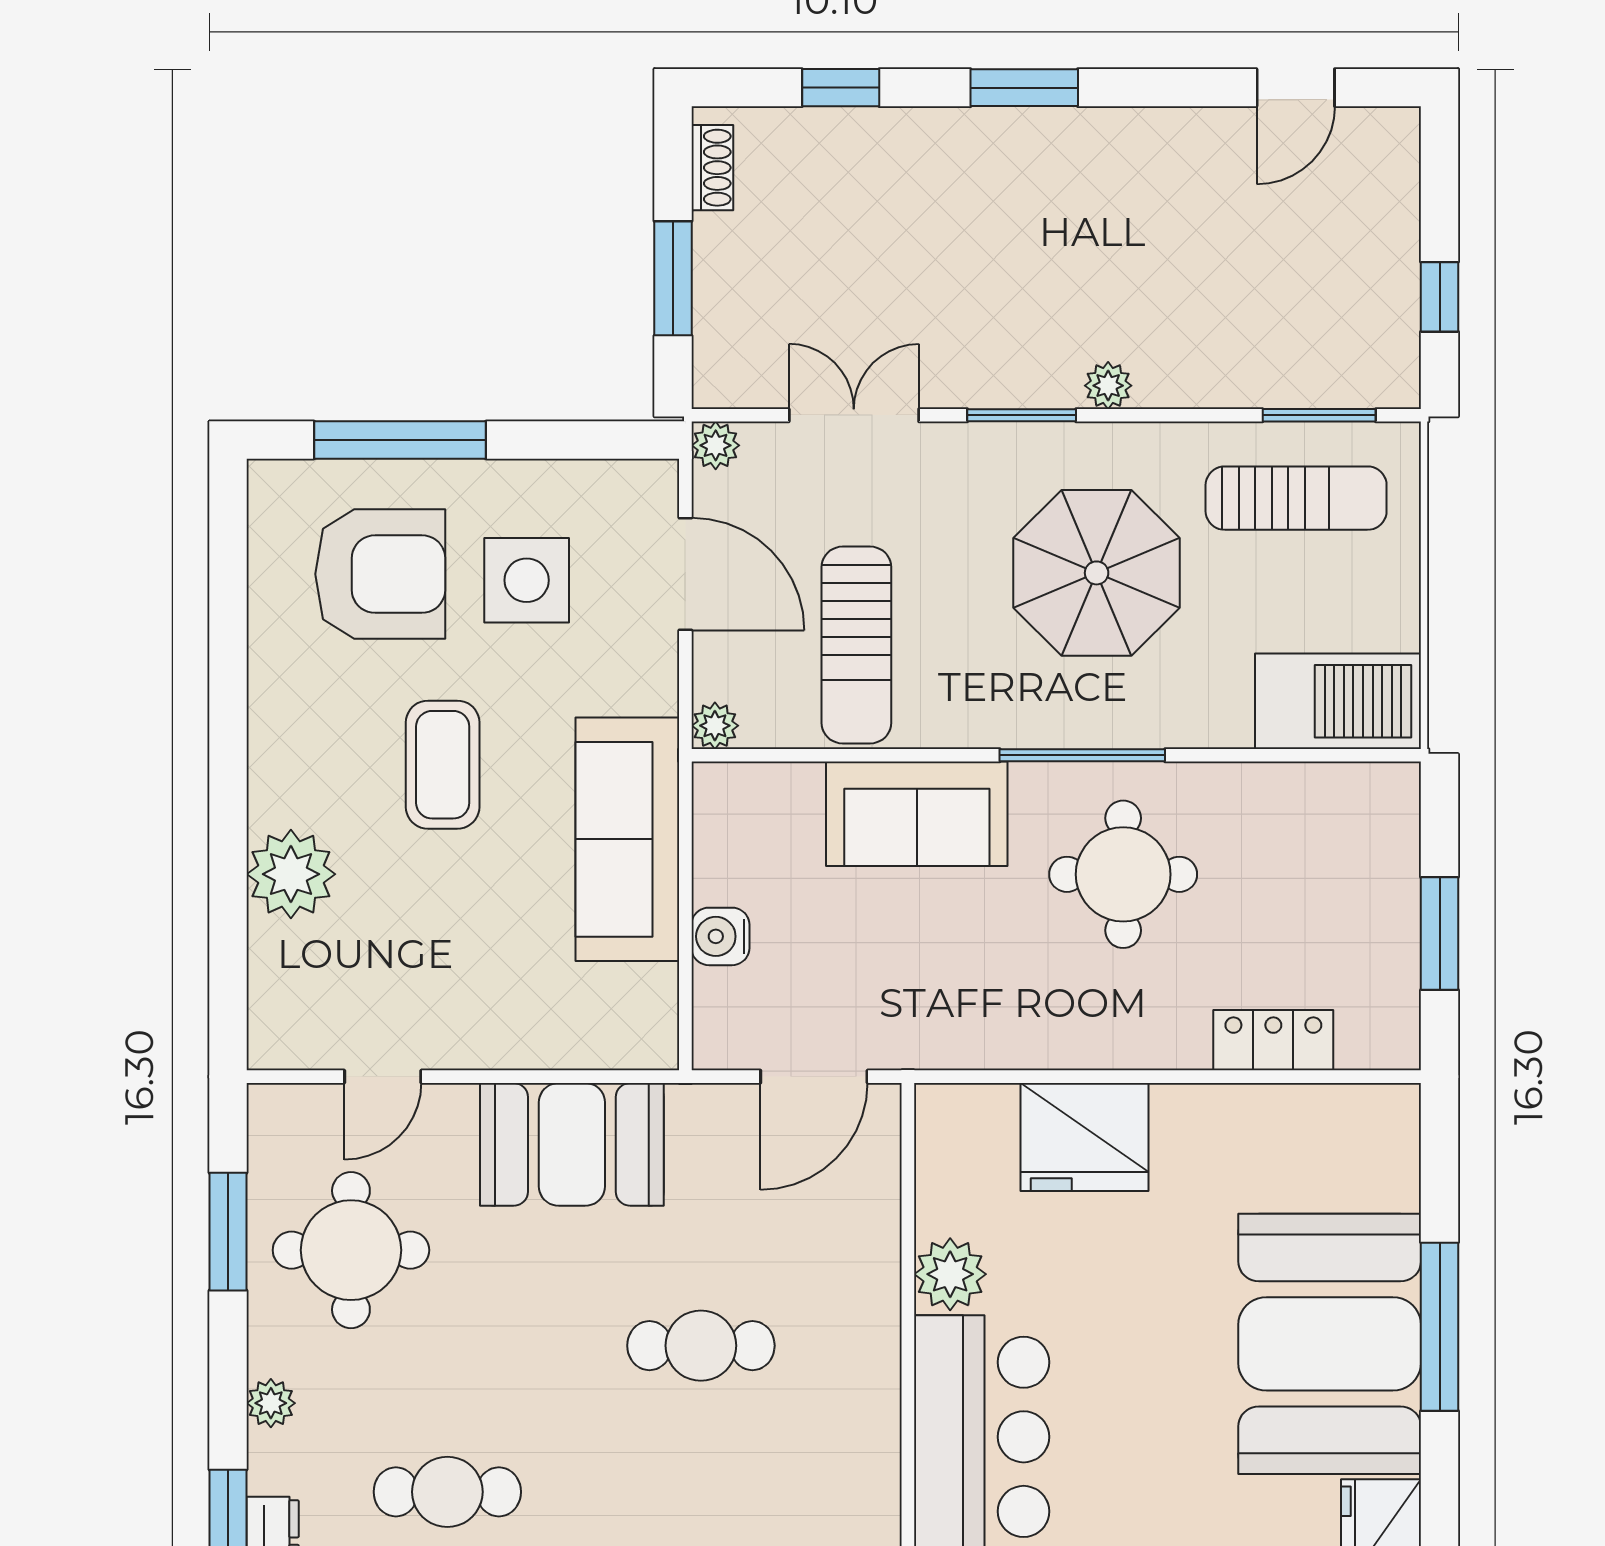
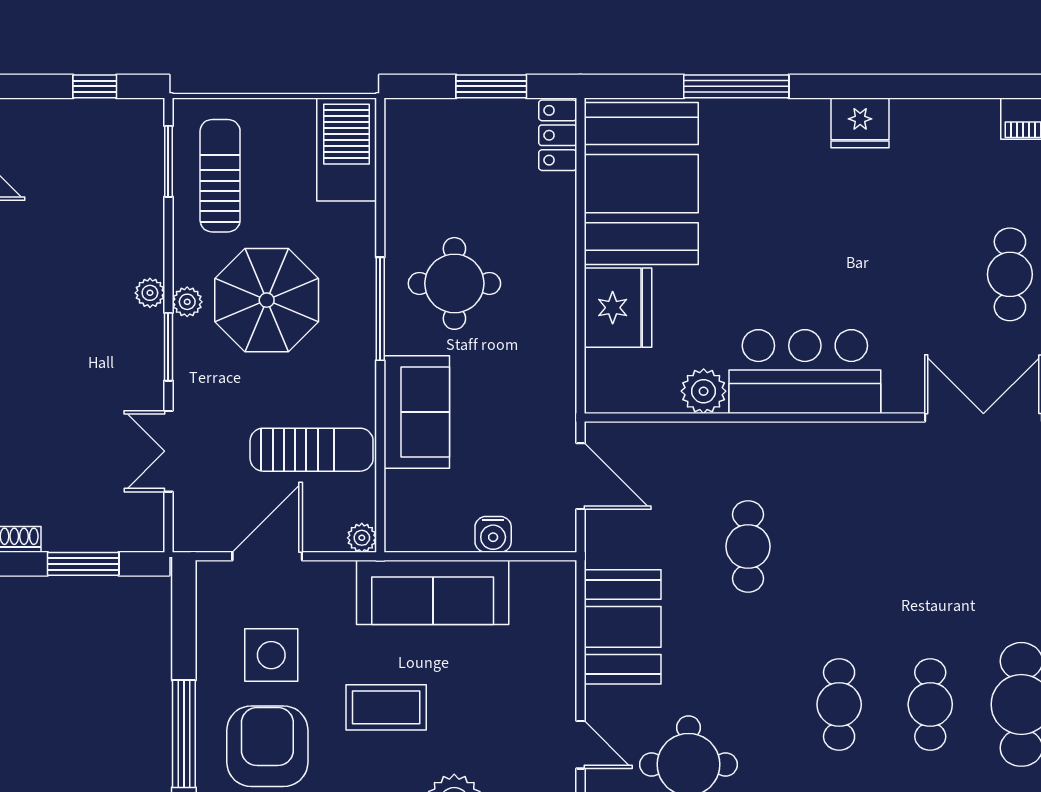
plant: (716, 445) -> (187, 302), moved
locker: (1273, 1040) -> (558, 135), moved
booth: (1330, 1344) -> (641, 184), moved, turned 90

